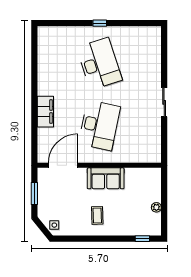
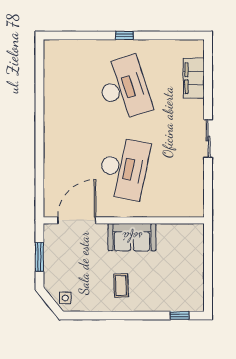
filing cabinet: (45, 112) -> (194, 78), moved, turned 180
plant: (156, 207) -> (198, 275), removed

